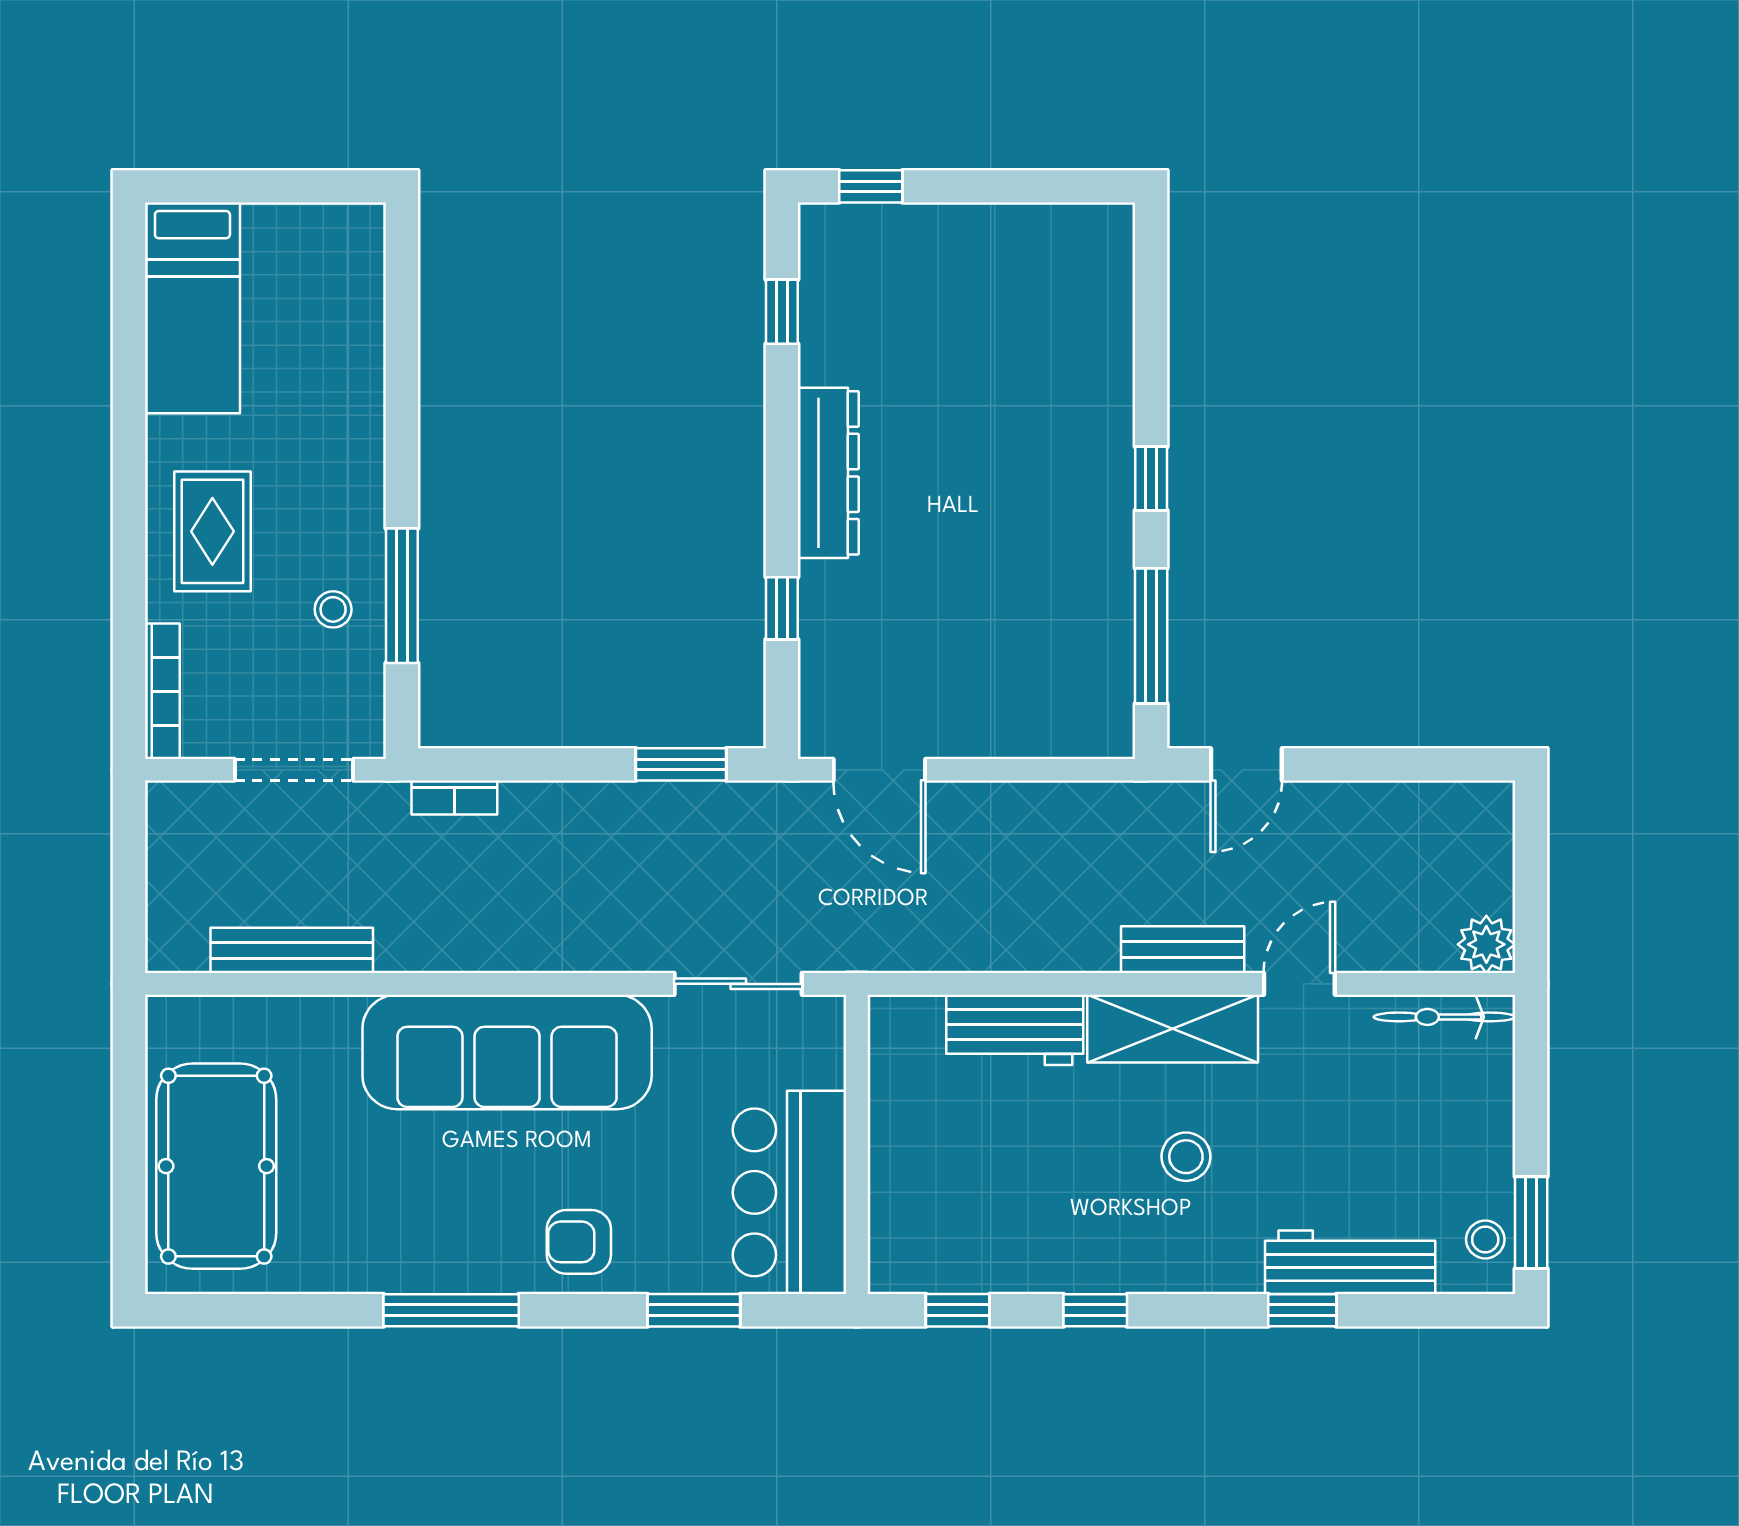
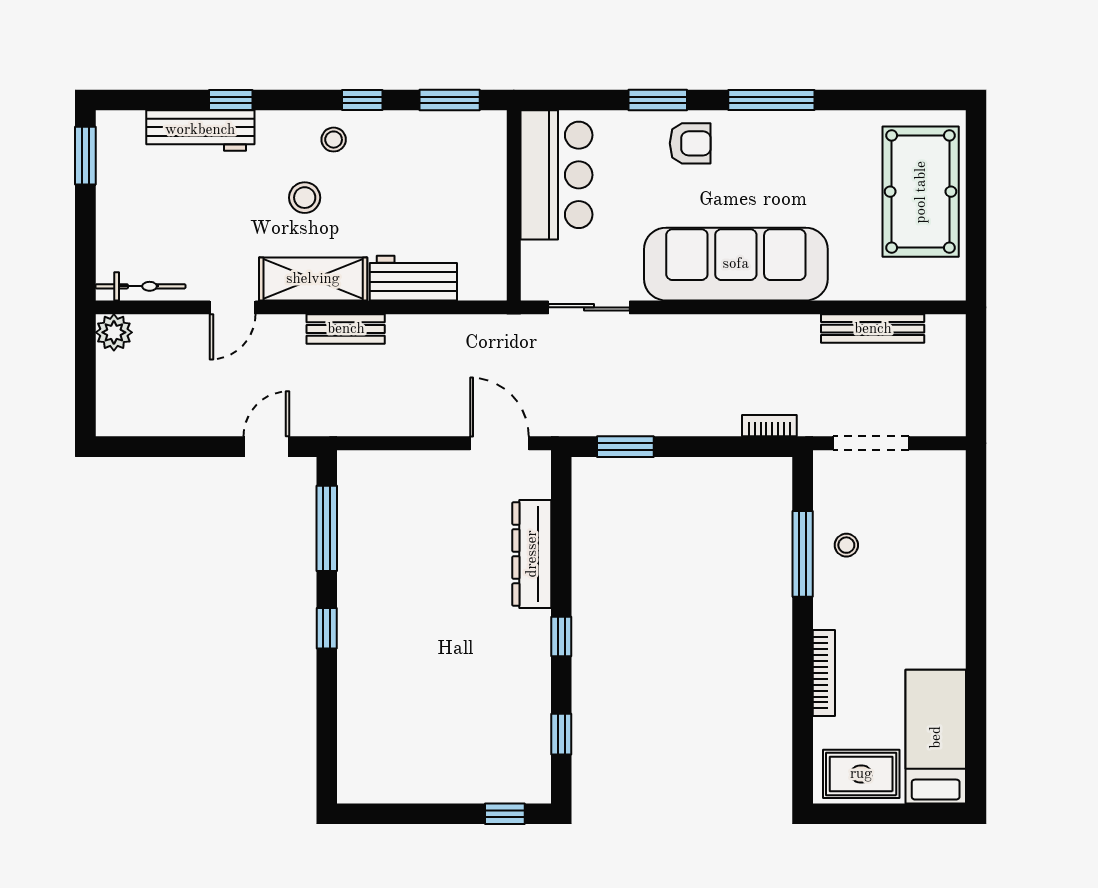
dresser: (828, 473) -> (532, 554), moved
rug: (212, 531) -> (861, 774), moved, turned 90
window: (782, 608) -> (561, 637), moved
bookcase: (162, 691) -> (824, 673), moved, turned 180
bench: (1183, 950) -> (346, 329), moved
stool: (1485, 1240) -> (334, 140), moved
window: (694, 1310) -> (658, 100), moved
window: (958, 1310) -> (450, 100), width x1.50

